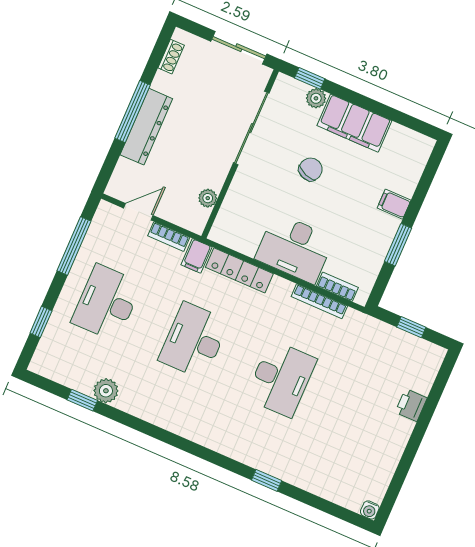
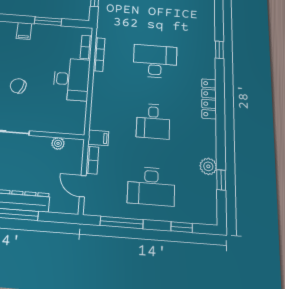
locker: (239, 270) -> (209, 99), moved, turned 180
desk: (194, 341) -> (153, 121), width x0.73

